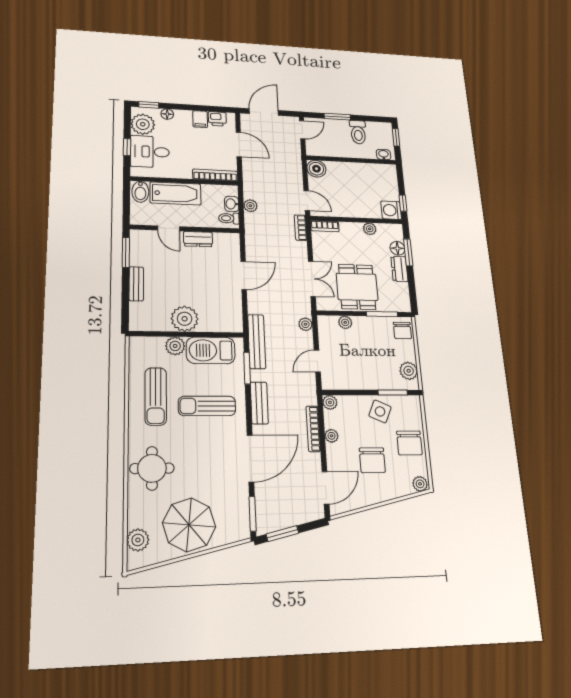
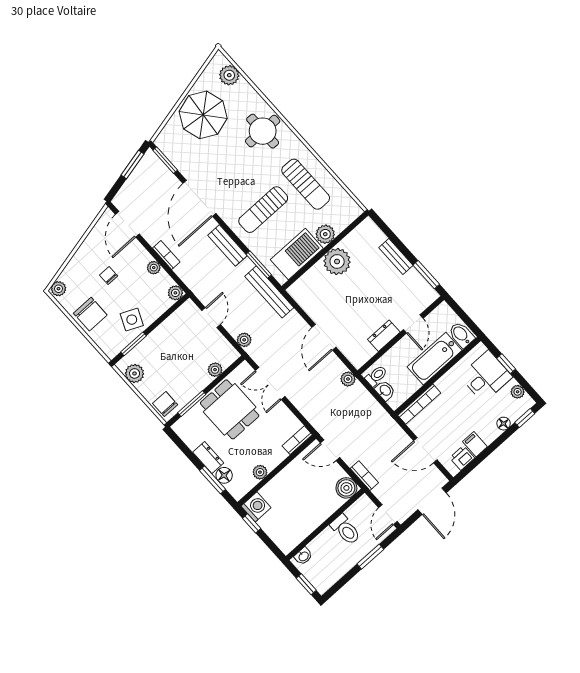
plant: (143, 124) -> (518, 392), width x0.53, depth x0.53
toilet: (358, 132) -> (346, 530), moved, turned 180
plant: (250, 206) -> (348, 379), moved
door: (169, 228) -> (413, 324), swing flipped
bookcase: (301, 228) -> (364, 476), moved
sun lounger: (156, 396) -> (306, 184), turned 180
sun lounger: (207, 406) -> (263, 210), turned 180
bookcase: (313, 429) -> (166, 255), width x0.64
chair: (409, 443) -> (90, 314), turned 180
chair: (372, 460) -> (109, 276), width x0.54, depth x0.54

